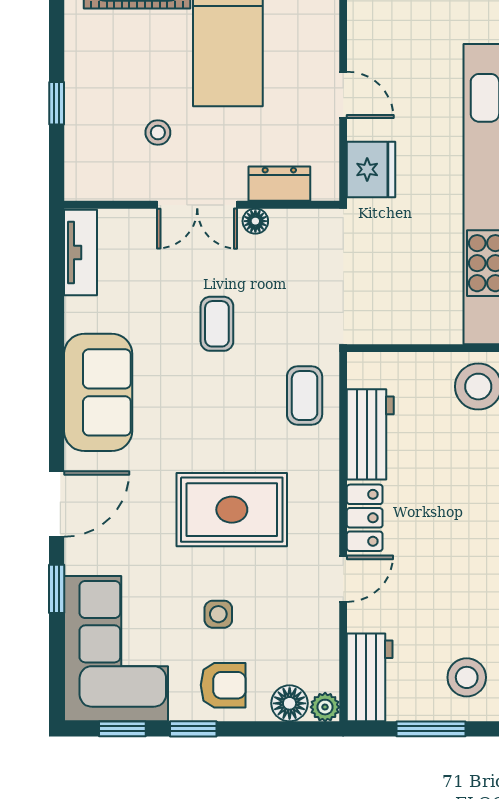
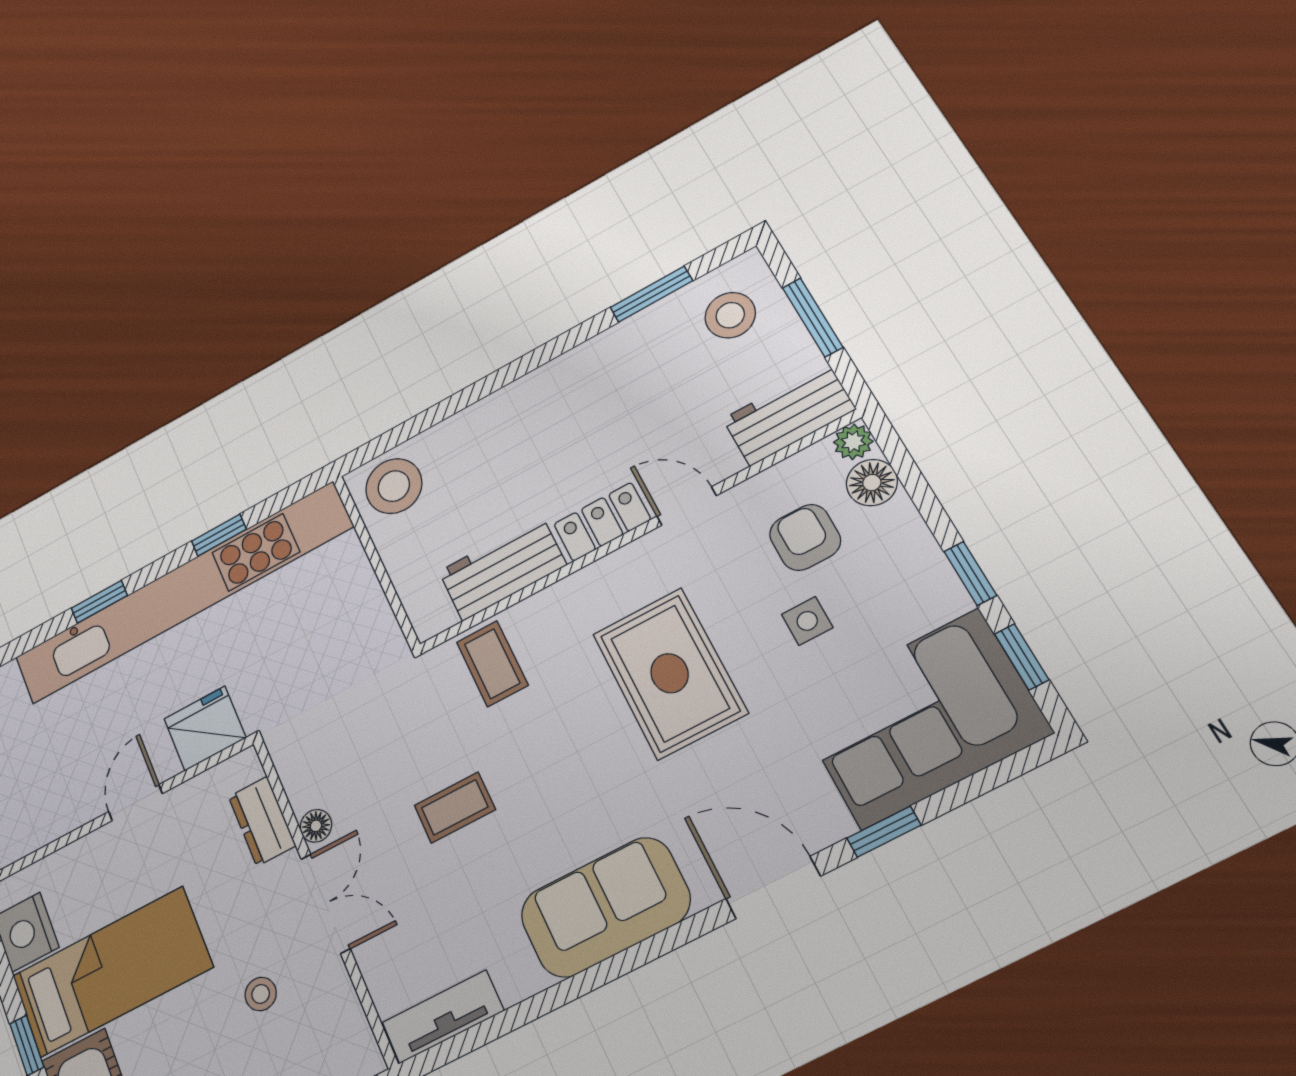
coffee table: (305, 396) -> (492, 664), turned 90
armchair: (223, 685) -> (805, 537), moved

